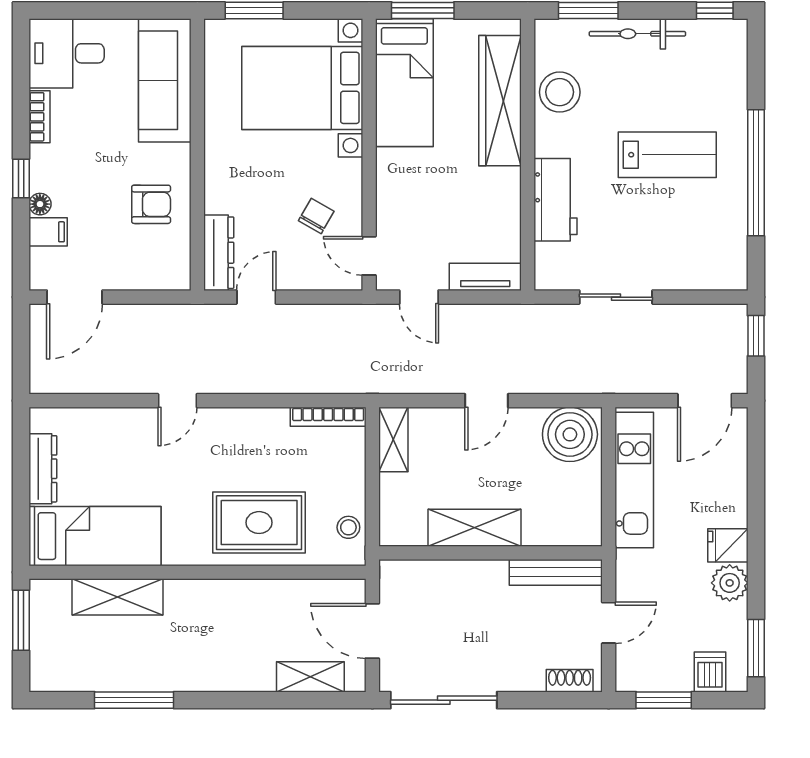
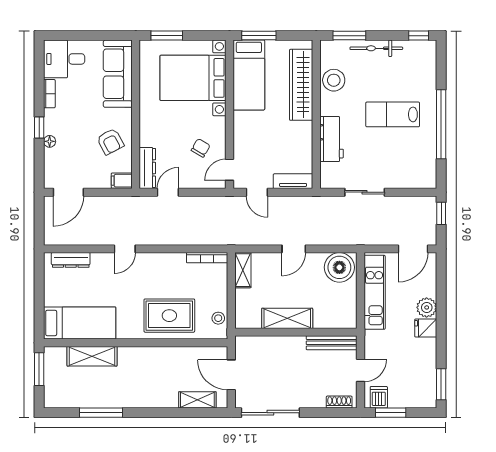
lab bench: (667, 155) -> (393, 114), turned 180
armchair: (151, 204) -> (110, 142), turned 62
filing cabinet: (48, 232) -> (122, 181), moved, turned 180
door: (369, 256) -> (230, 170), hinge flipped
dresser: (43, 469) -> (71, 260), moved, turned 90
plant: (730, 583) -> (427, 307), moved
dishwasher: (710, 672) -> (379, 397), moved

